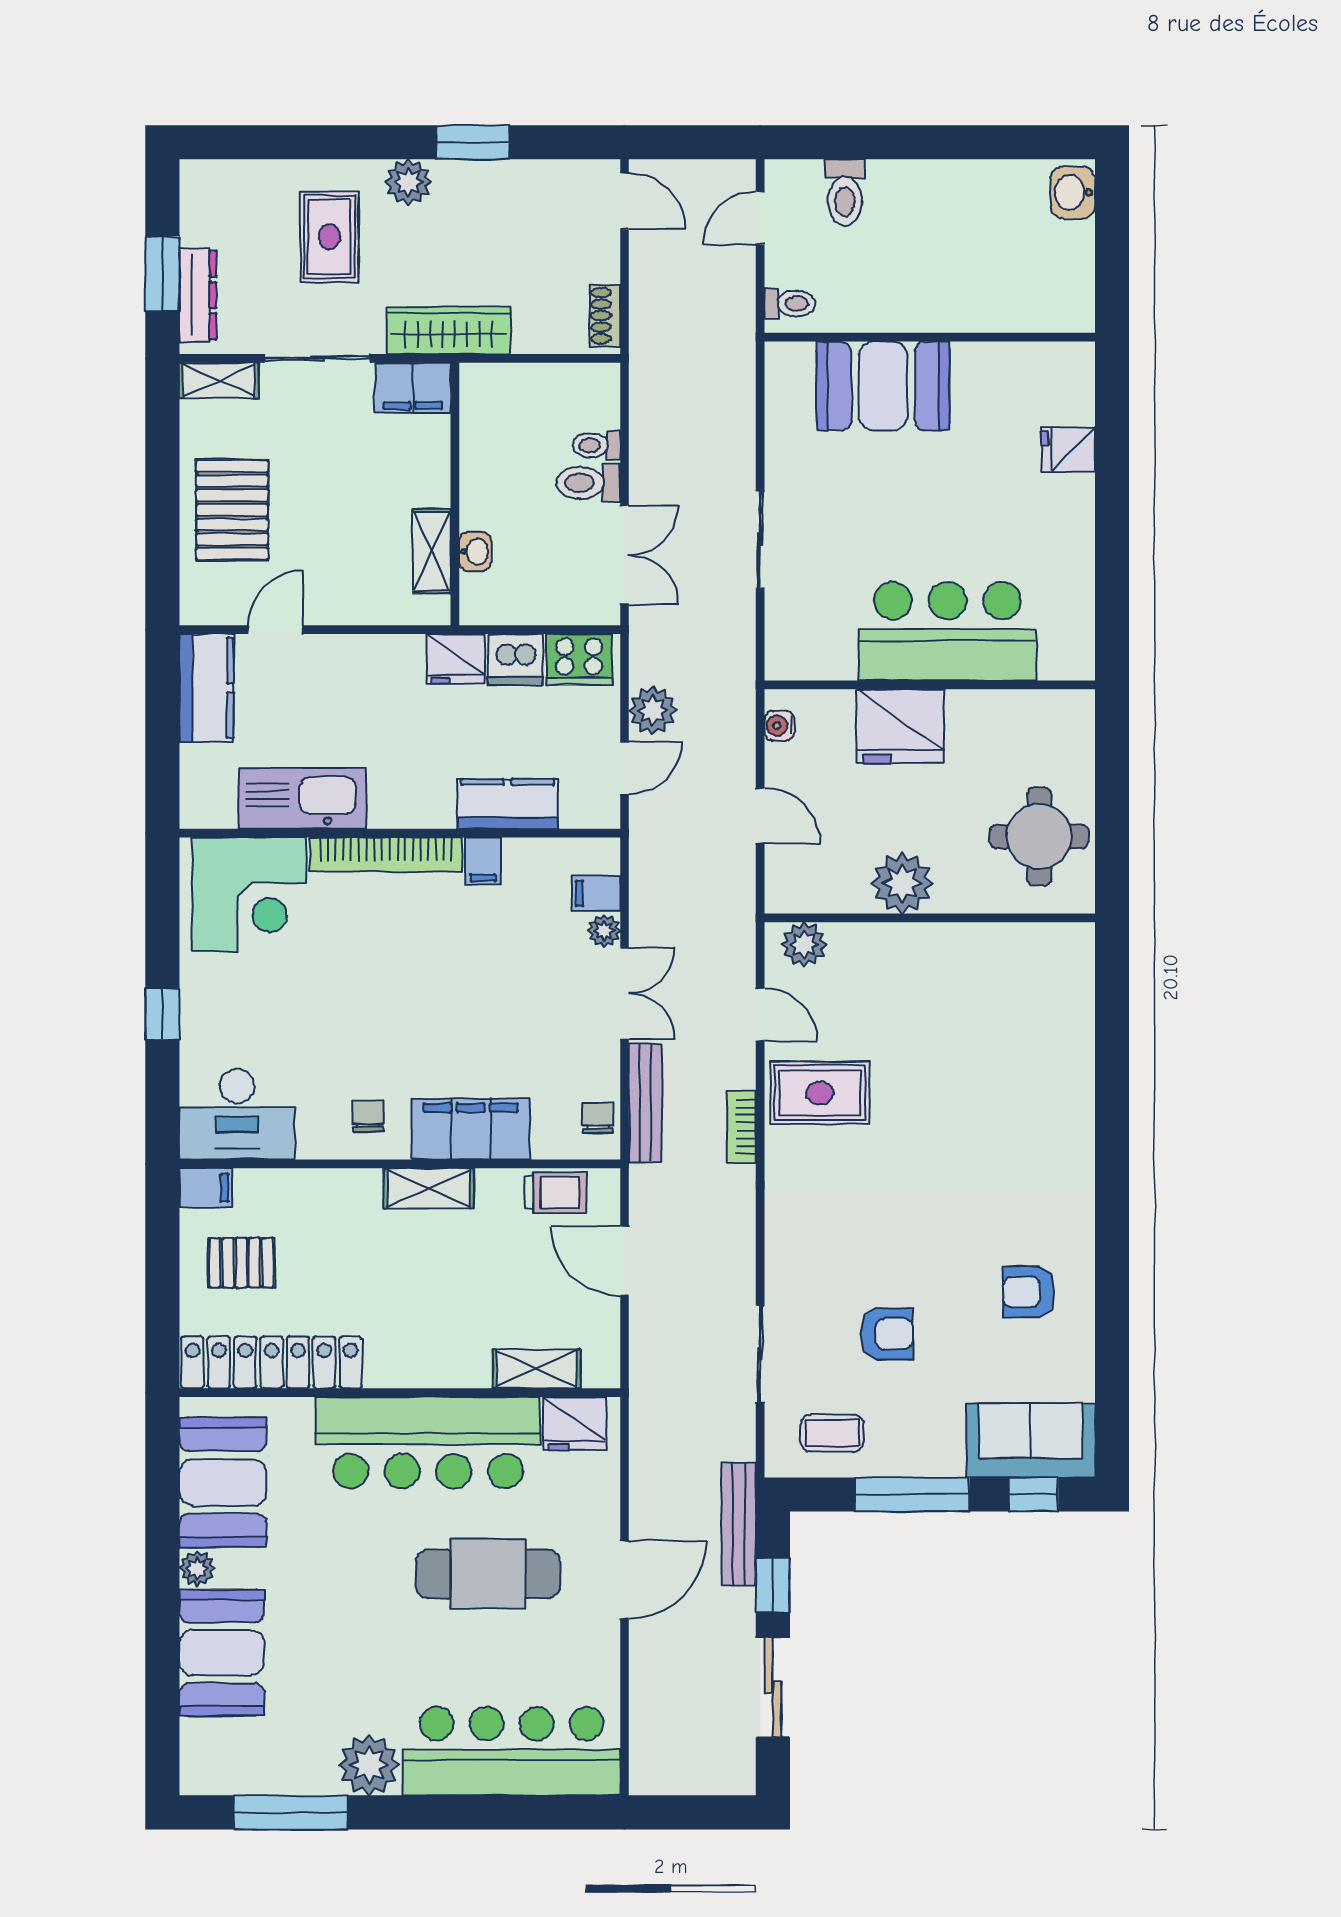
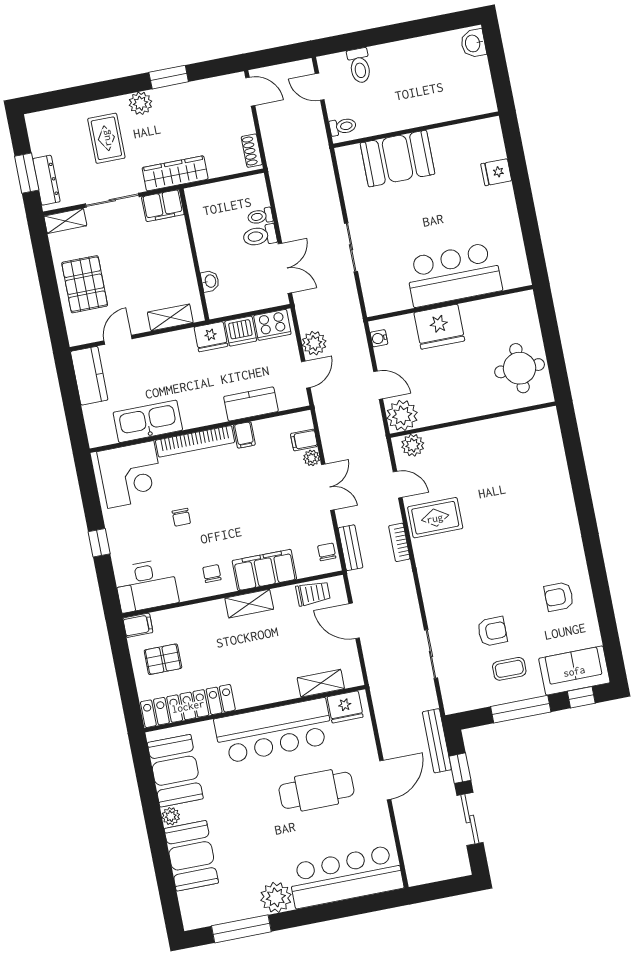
door: (760, 218) -> (320, 87), hinge flipped
shelving: (432, 551) -> (170, 317), moved, turned 90
plant: (902, 883) -> (402, 415), moved
chair: (330, 996) -> (181, 517), added
bench: (645, 1103) -> (351, 548), width x0.73
coffee table: (832, 1433) -> (509, 669), moved

